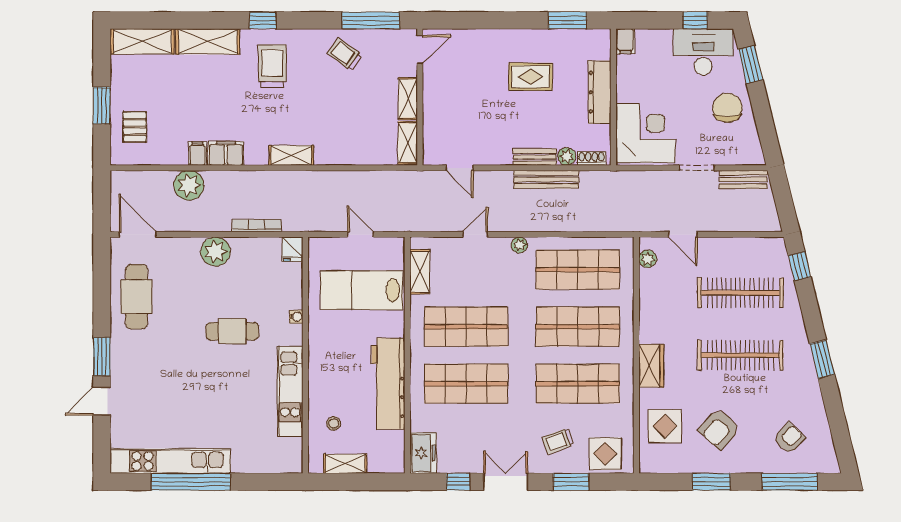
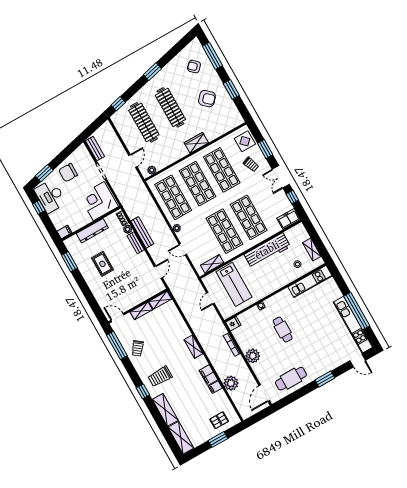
kitchen unit: (290, 391) -> (310, 281), moved
door: (102, 401) -> (358, 360), moved
display table: (665, 426) -> (219, 122), removed

